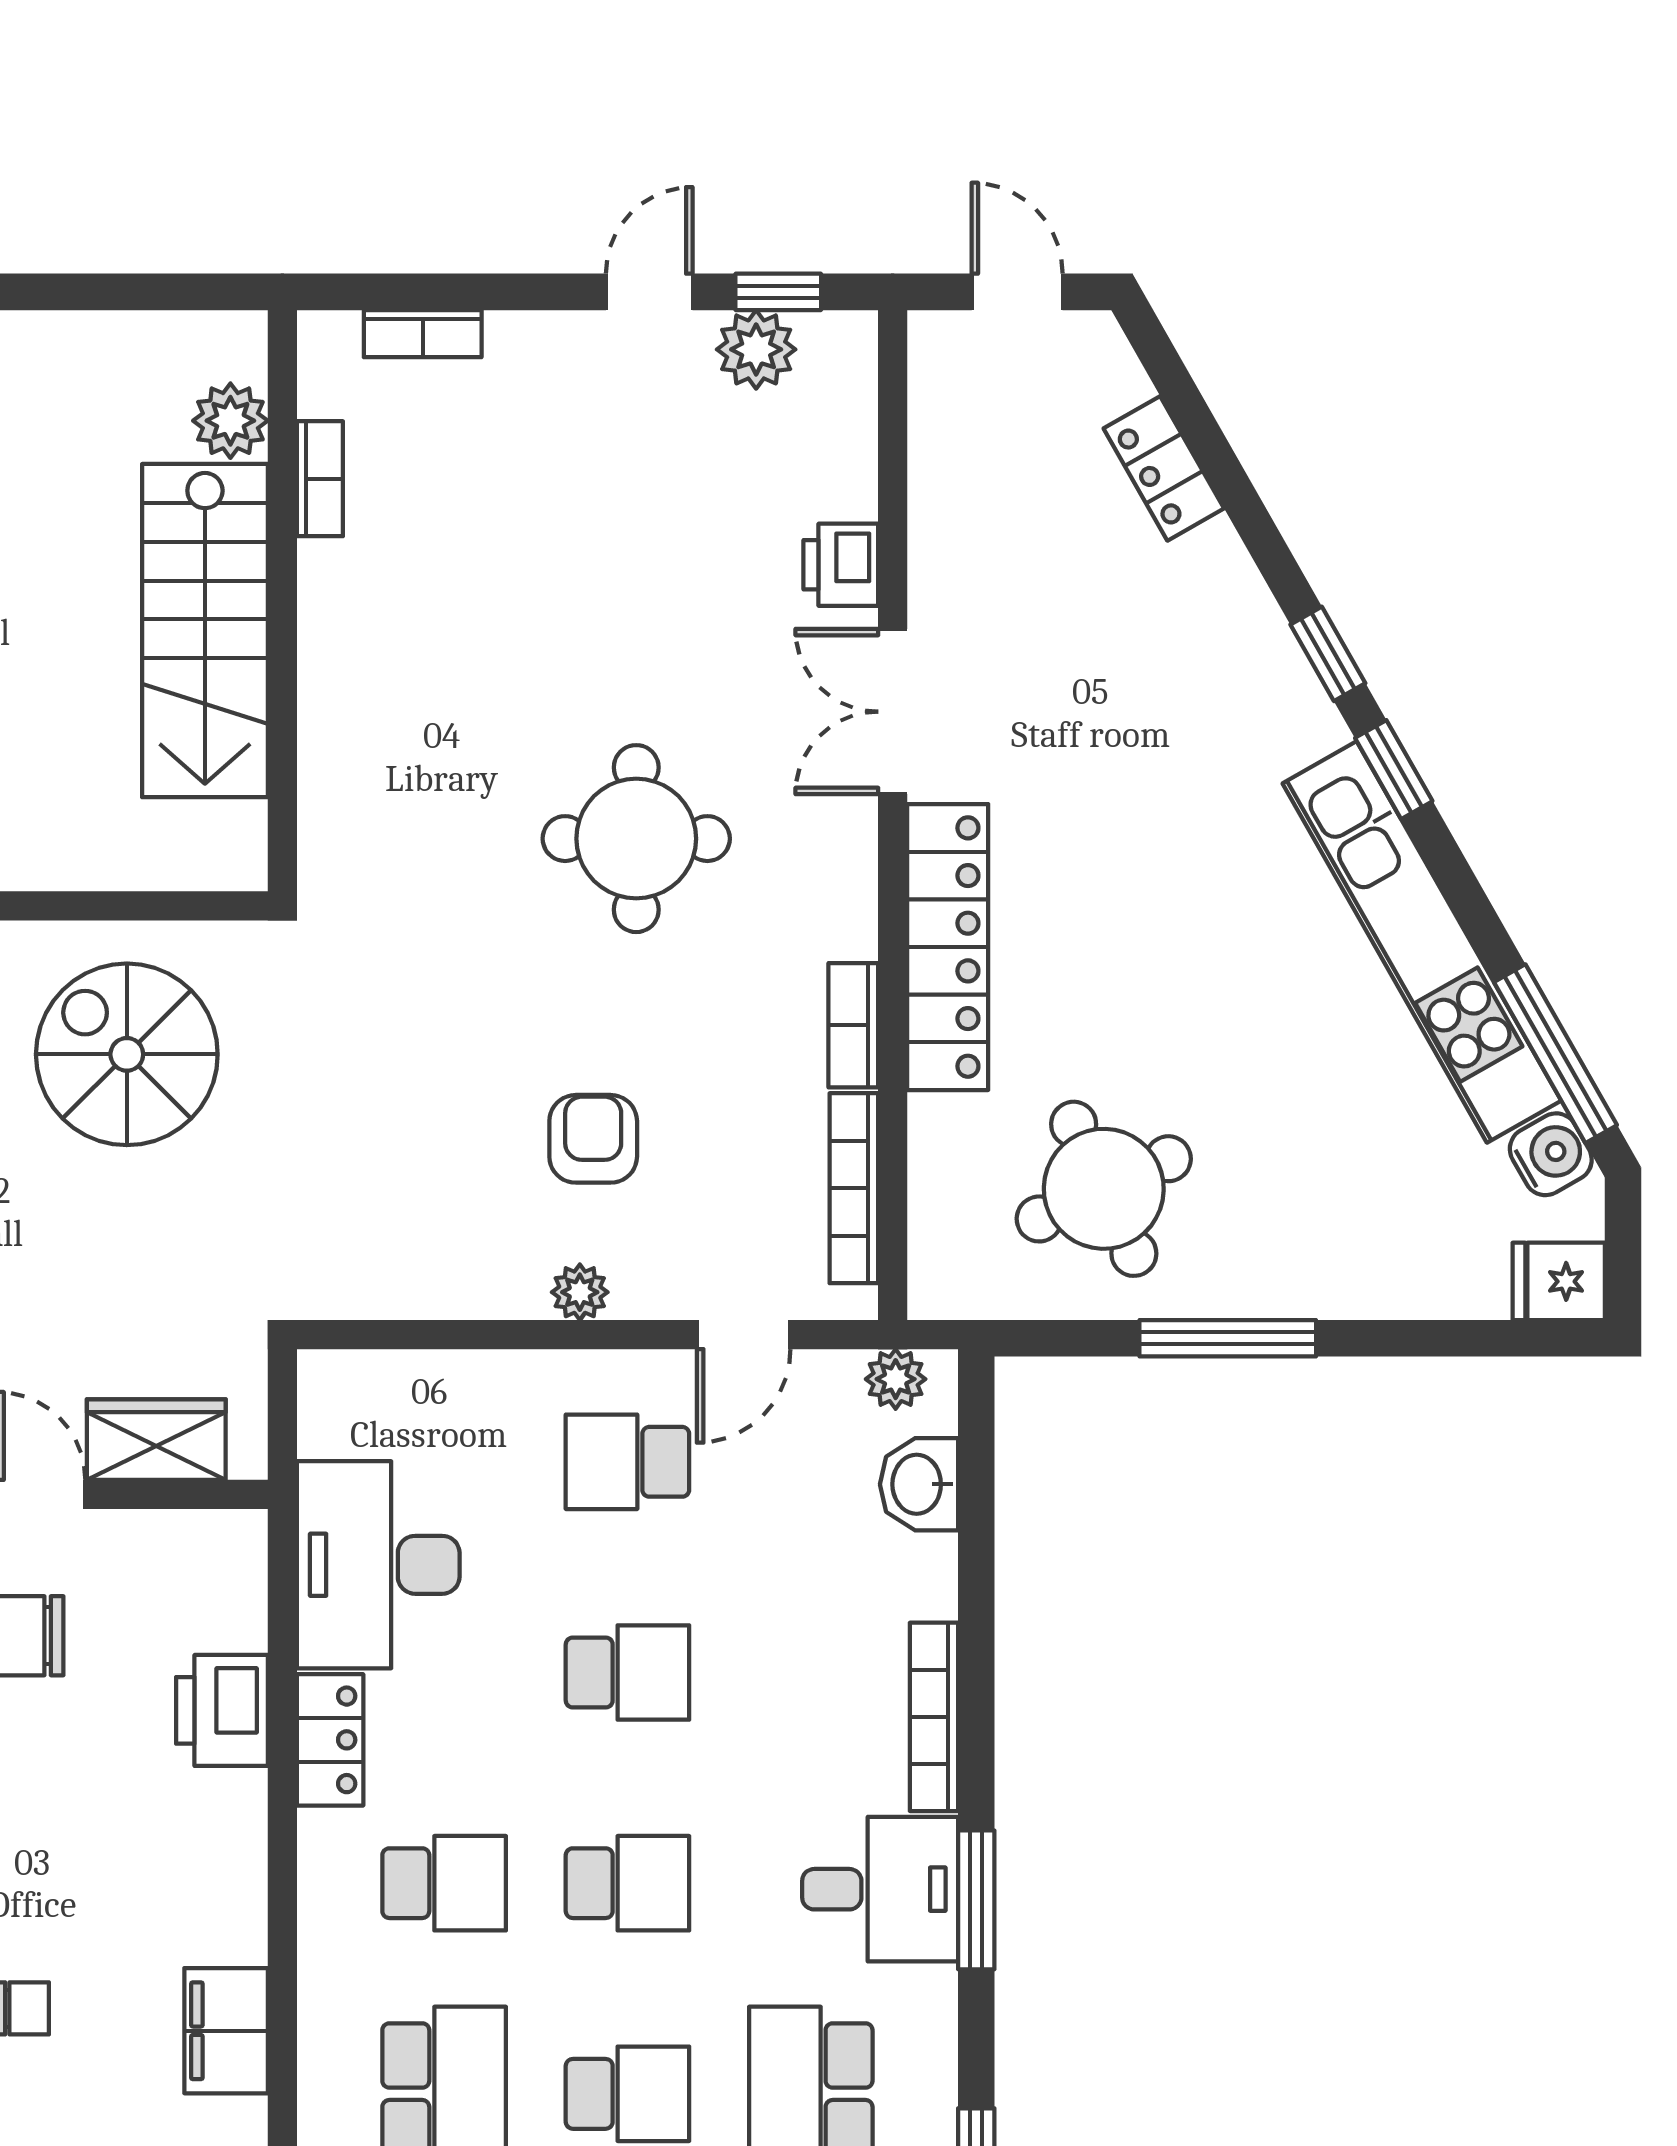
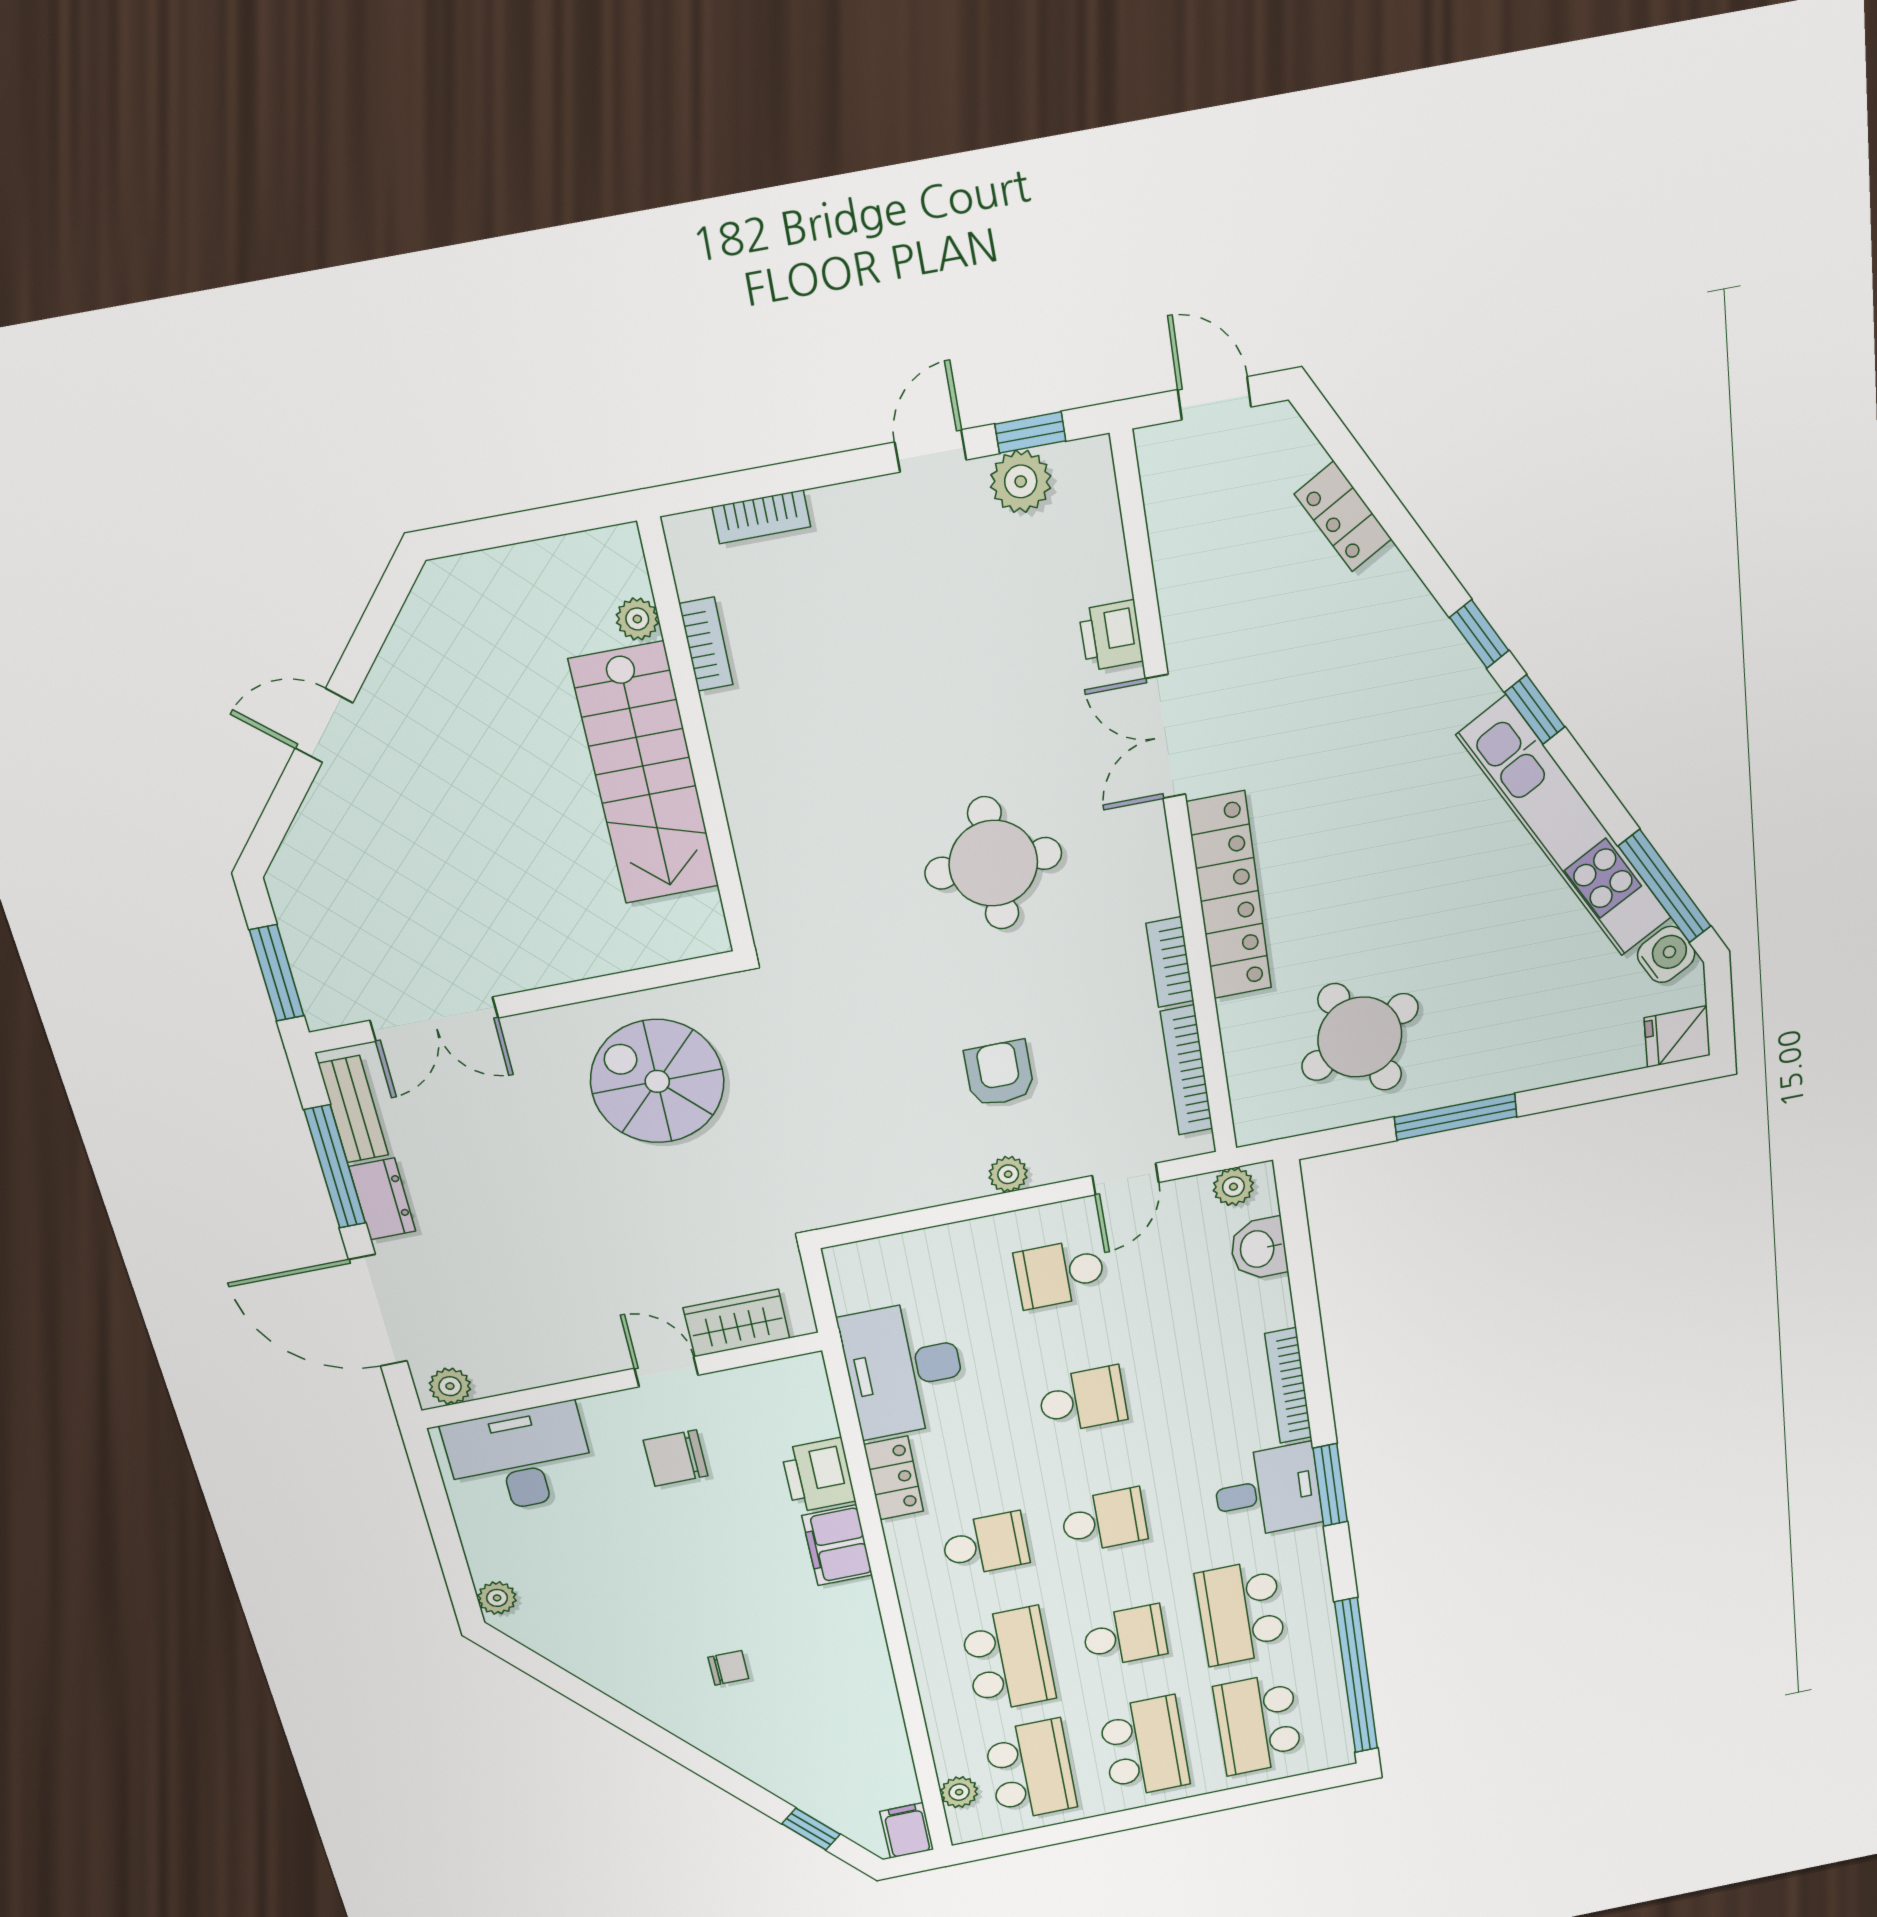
plant: (230, 421) -> (637, 619), width x0.73, depth x0.73
filing cabinet: (226, 2031) -> (837, 1545), moved

